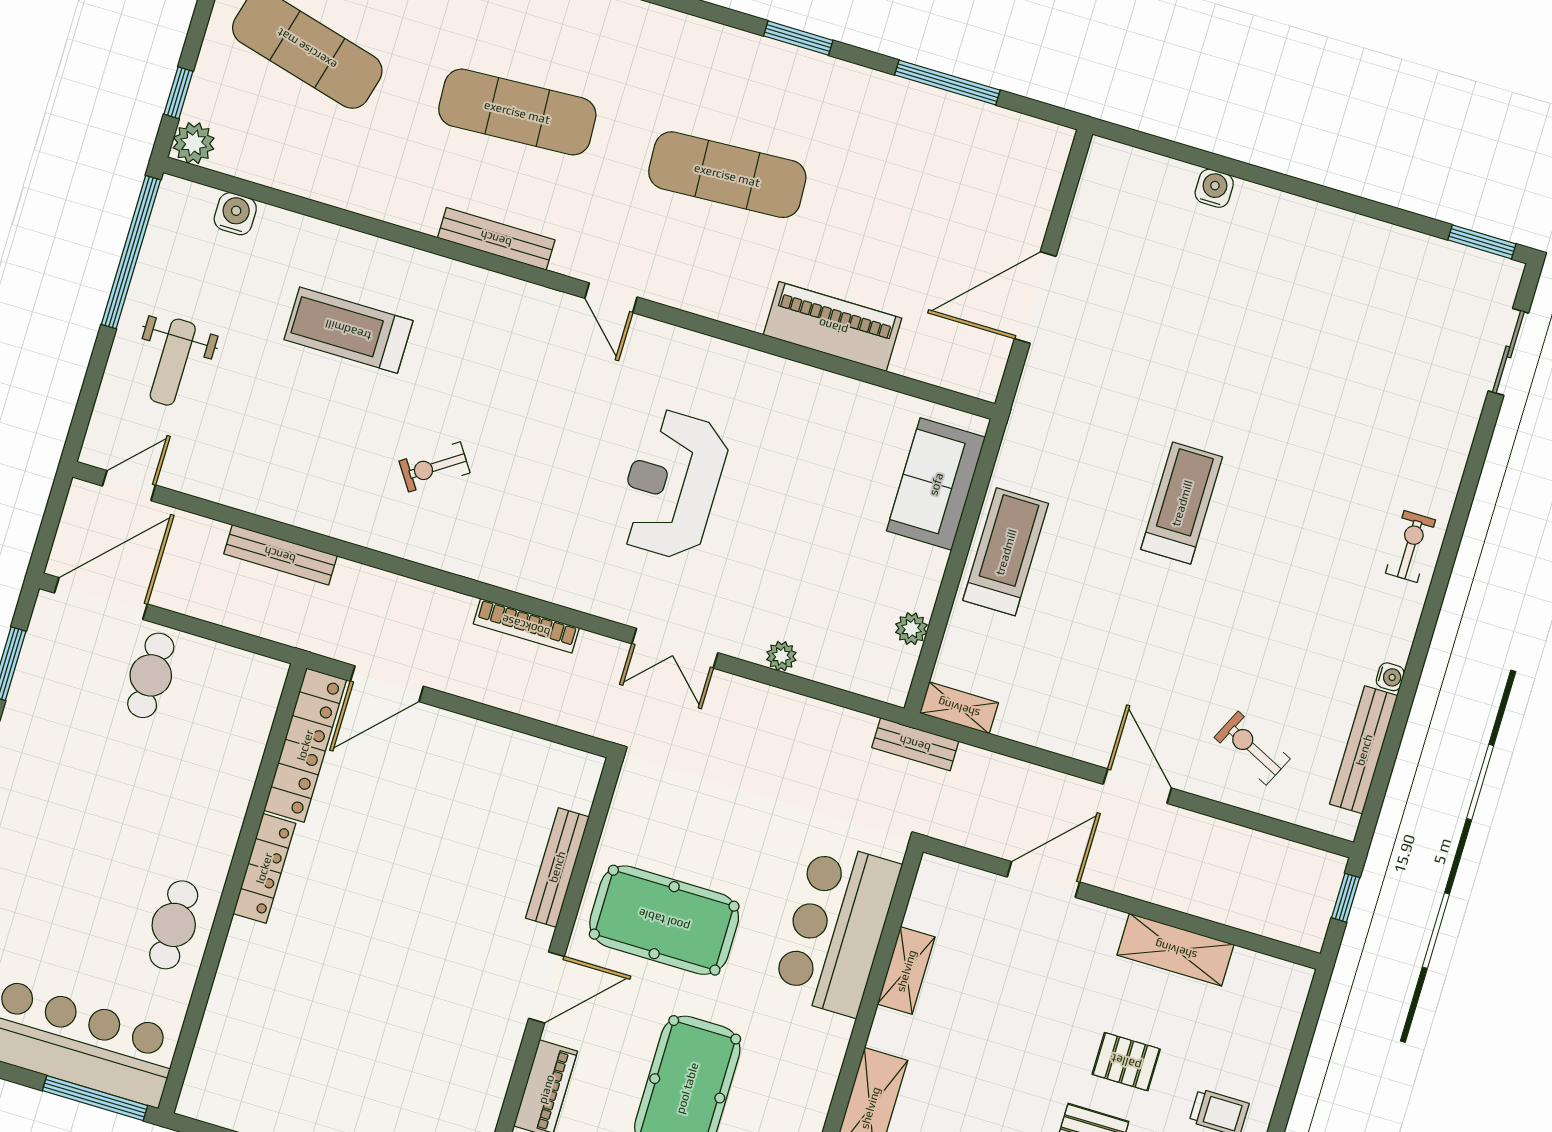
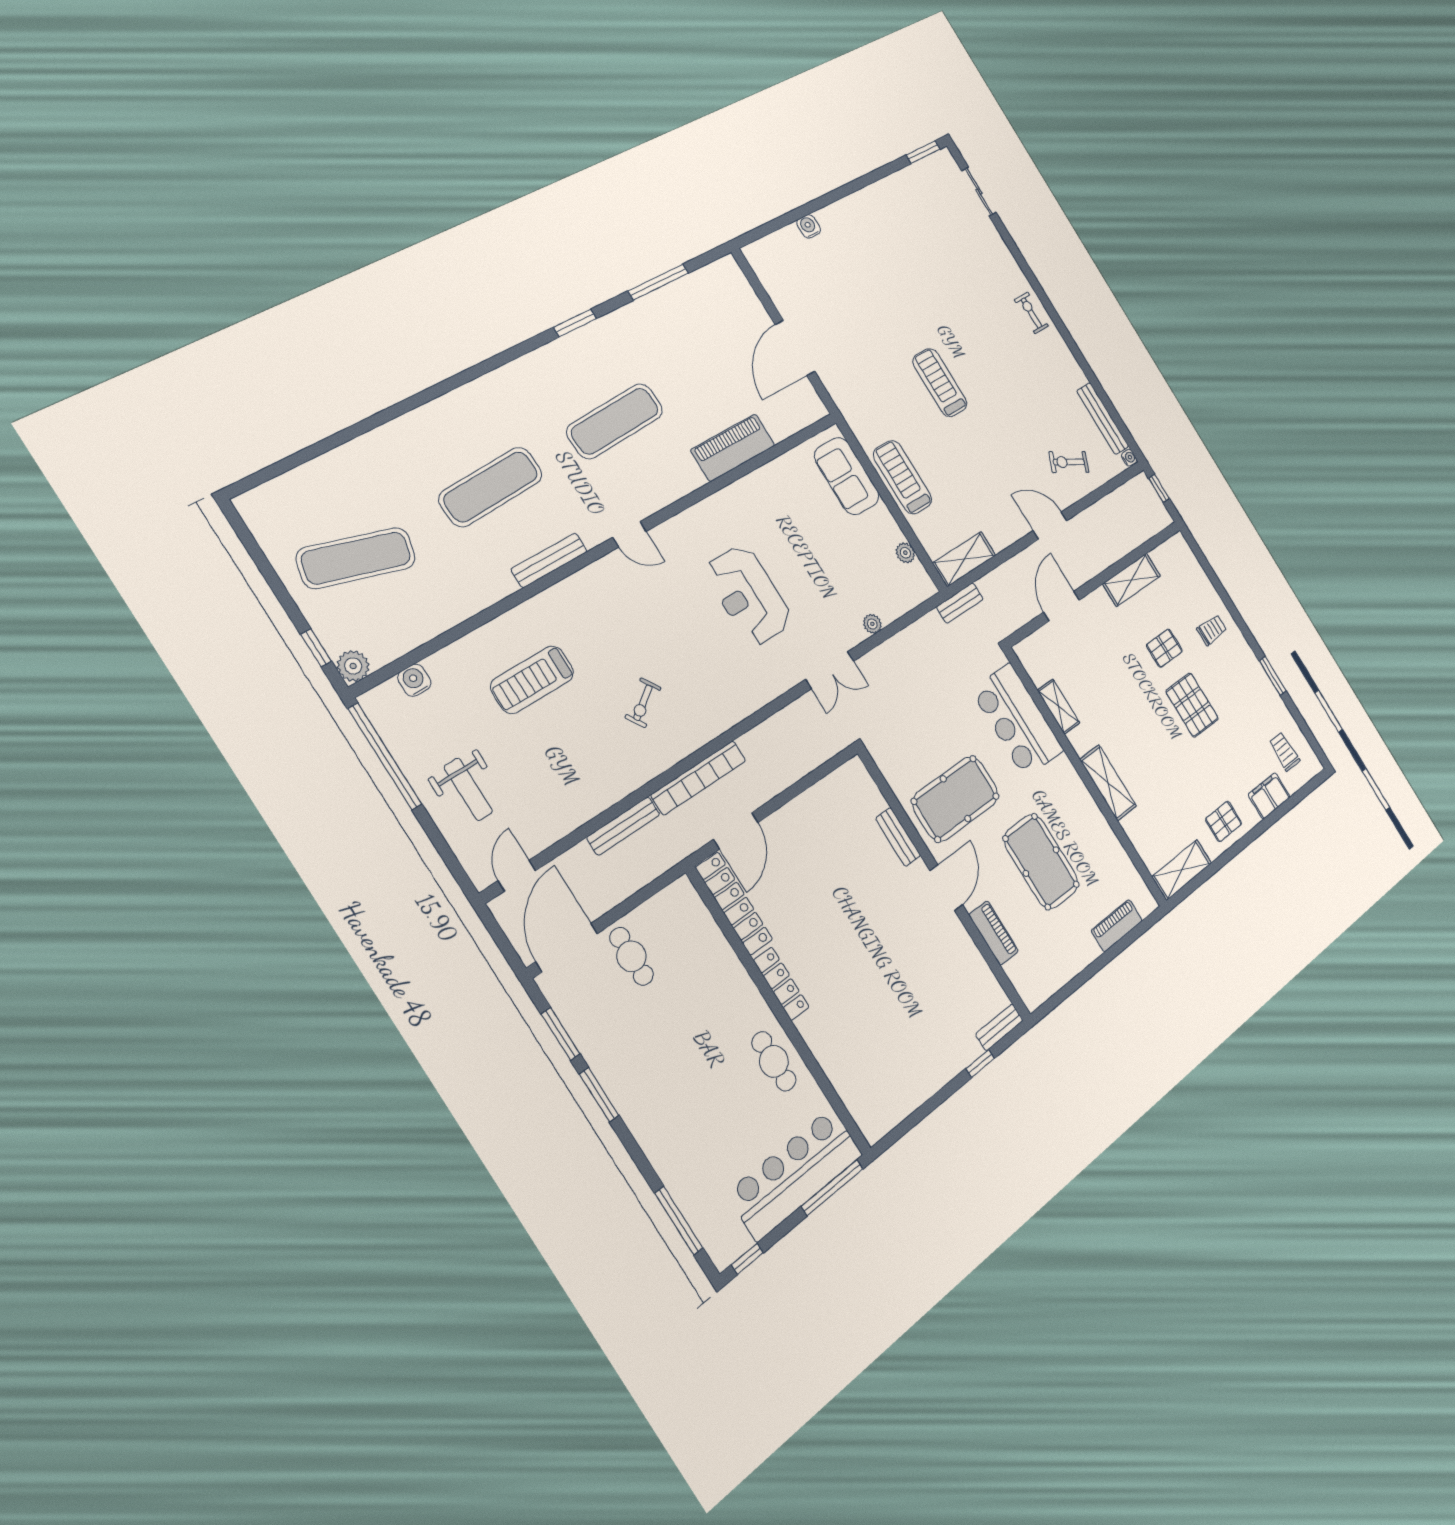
bookcase: (526, 626) -> (699, 778), moved, width x1.48, depth x1.31
water cooler: (1390, 677) -> (1129, 458), moved
shelving: (959, 708) -> (964, 559), width x1.50, depth x1.33
bench: (557, 867) -> (898, 837), width x0.73

